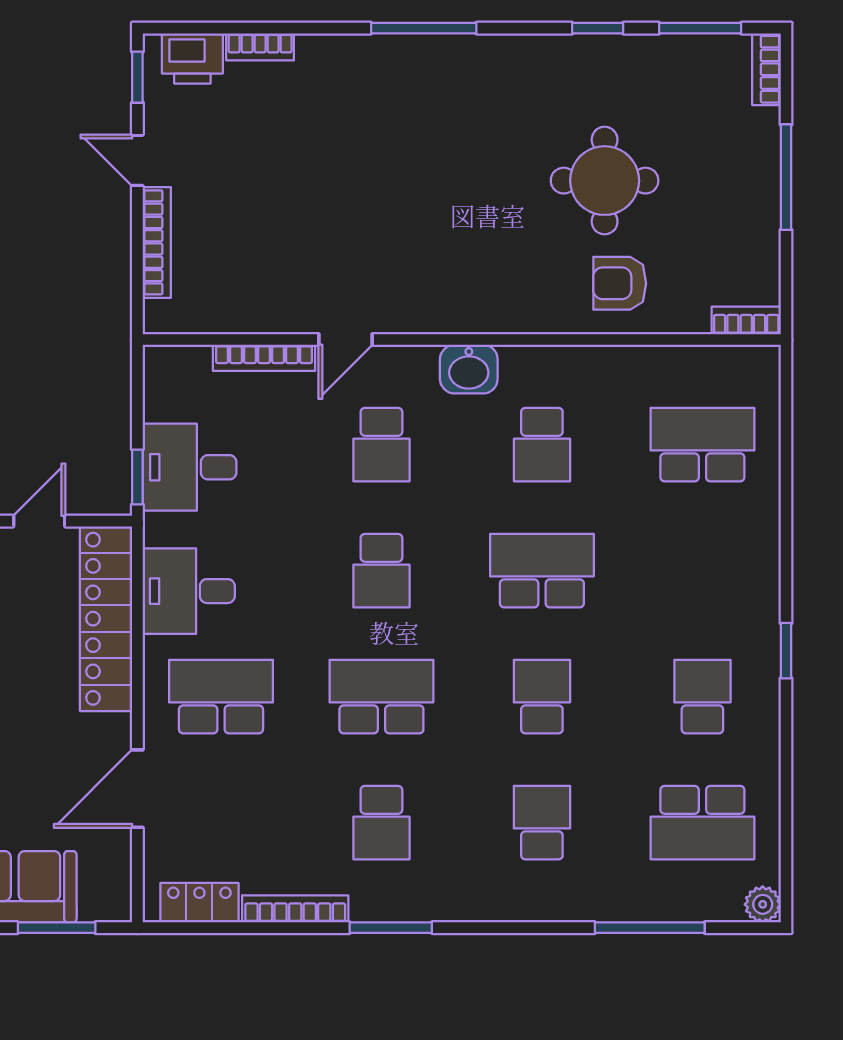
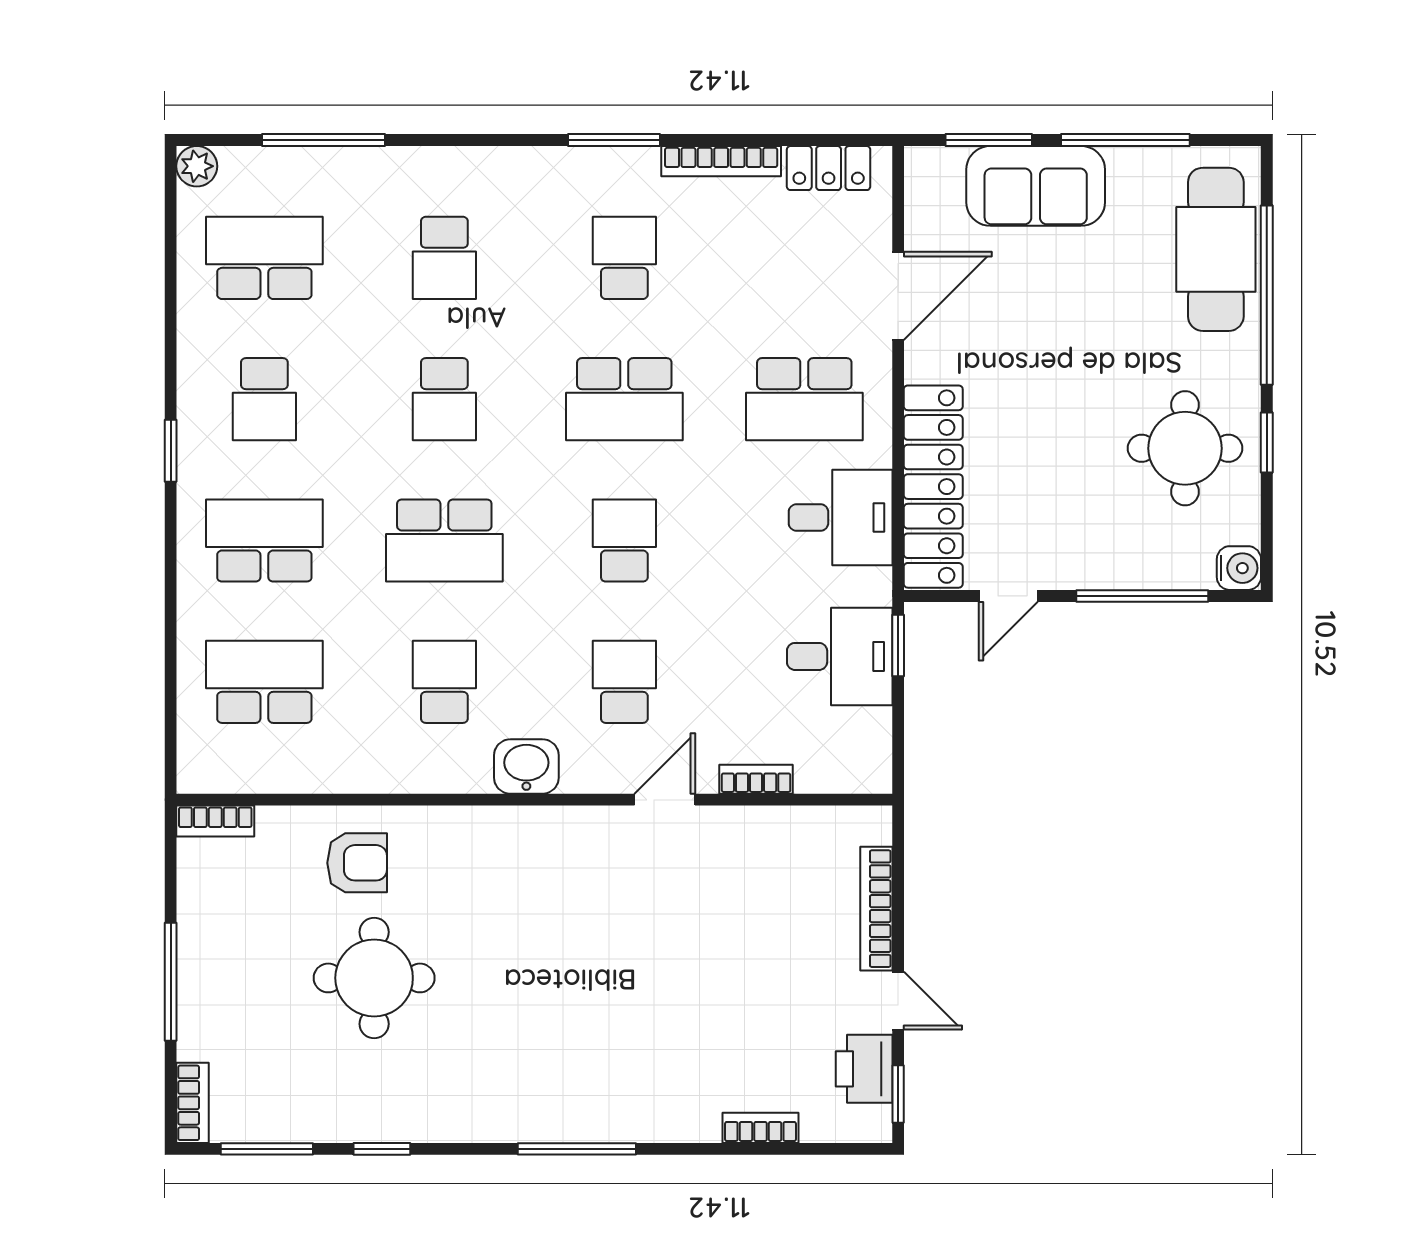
printer: (192, 58) -> (864, 1069), moved, turned -90
bookcase: (264, 358) -> (756, 779), width x0.64
school desk: (702, 445) -> (264, 682), turned 180
school desk: (702, 571) -> (264, 541), added

